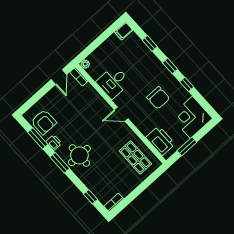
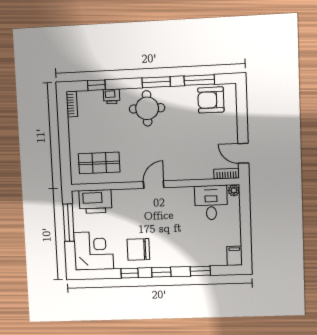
desk: (113, 82) -> (211, 203), moved
chair: (158, 98) -> (138, 249), moved
printer: (54, 142) -> (112, 96), moved
window: (187, 146) -> (69, 223), width x1.44

